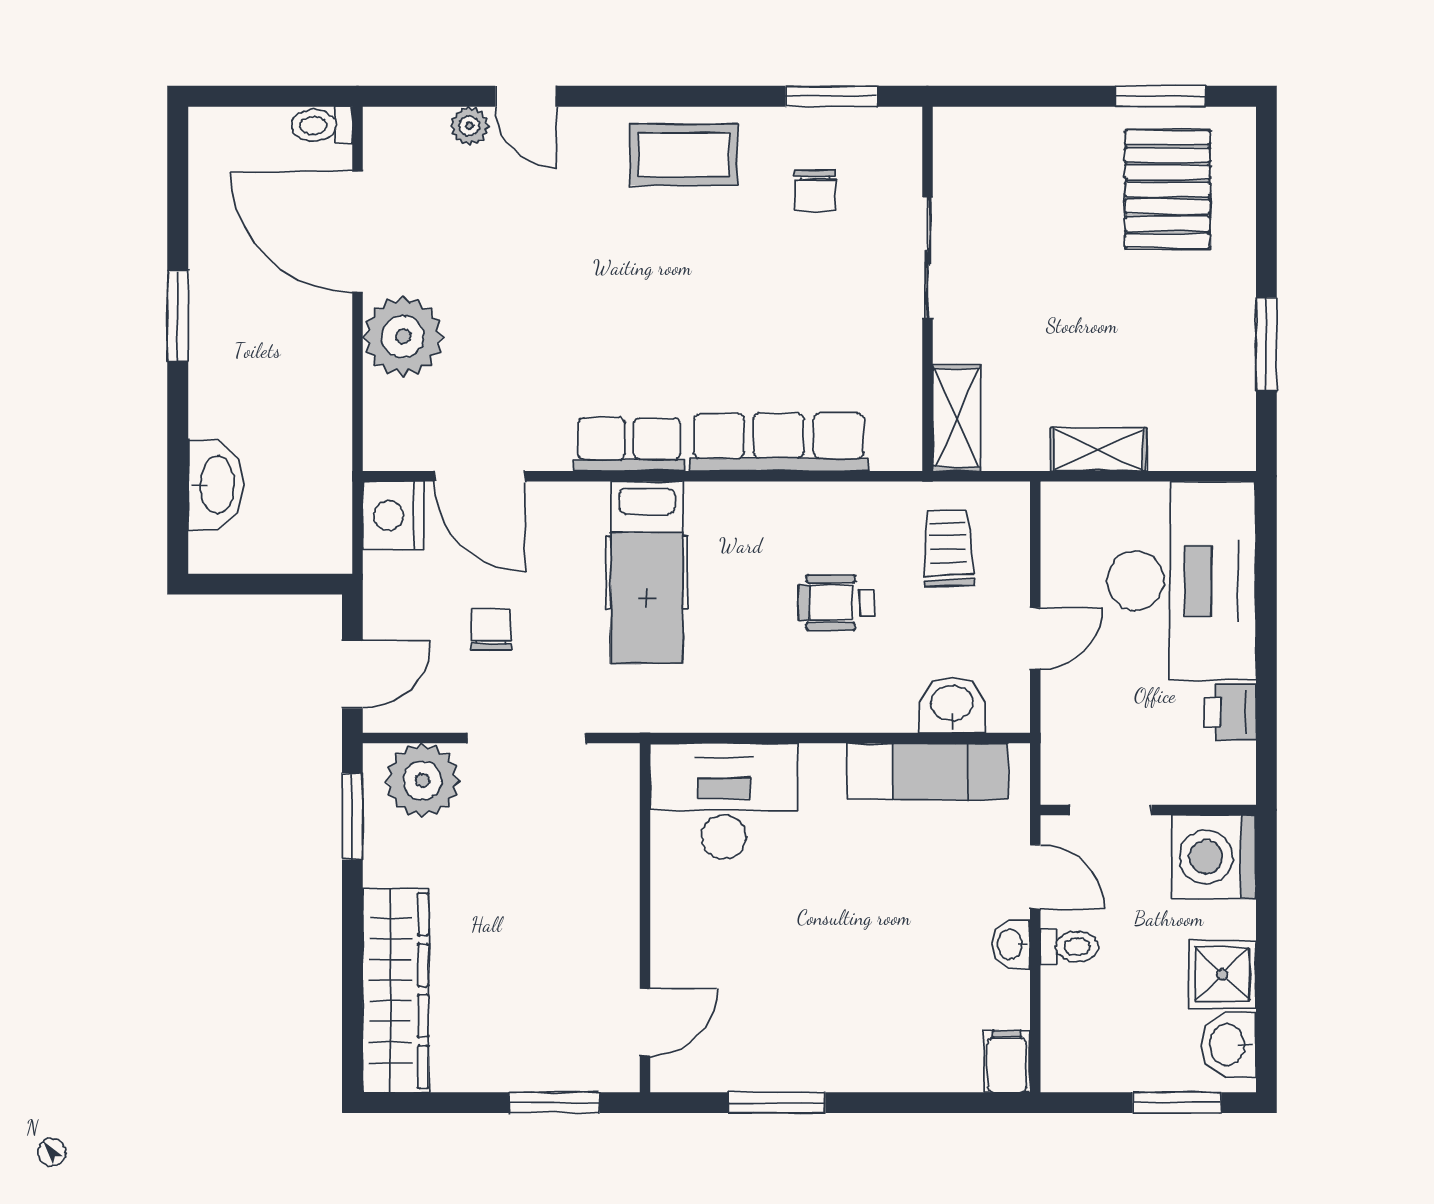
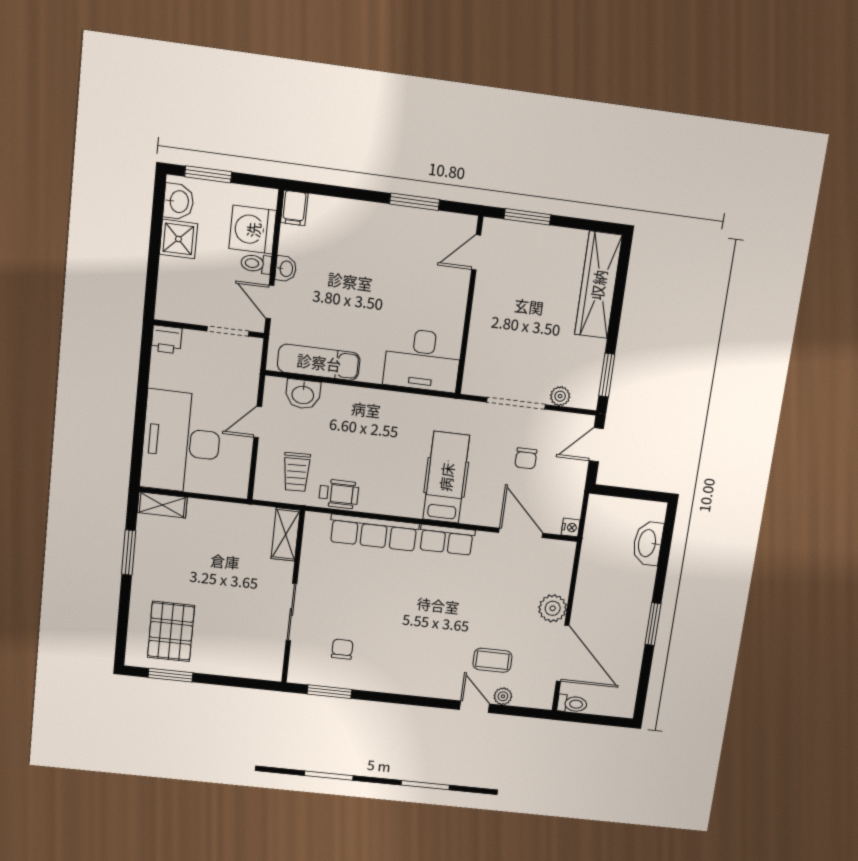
coffee table: (684, 155) -> (492, 660), moved, width x0.73, depth x0.77
plant: (403, 337) -> (553, 608), width x0.73, depth x0.73
shelving: (1099, 449) -> (162, 505), moved
nightstand: (393, 515) -> (571, 527), width x0.53, depth x0.56
wheelchair: (837, 603) -> (339, 494), moved
printer: (1231, 712) -> (167, 339), moved, turned 90
plant: (422, 780) -> (560, 396), width x0.53, depth x0.53
washing machine: (1214, 857) -> (253, 230), moved, turned 180

